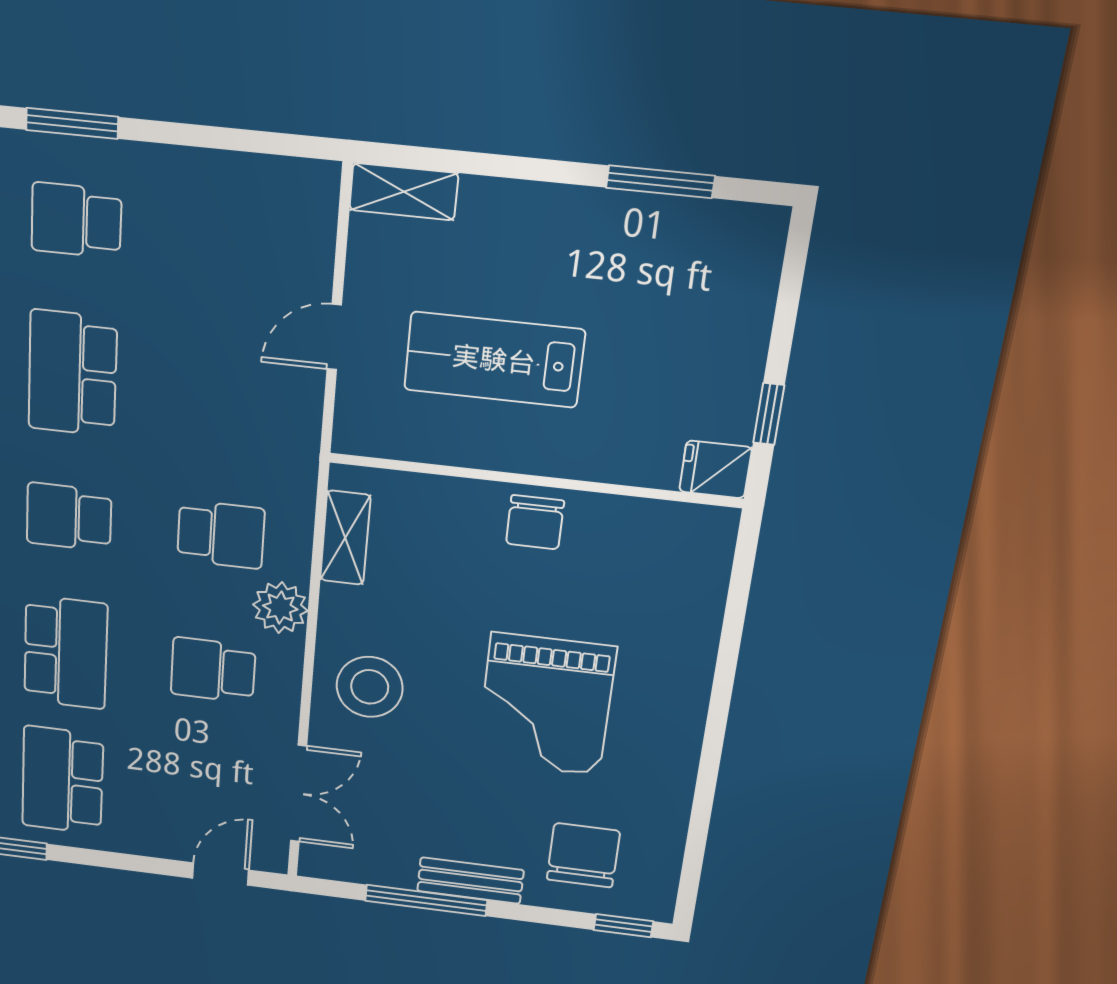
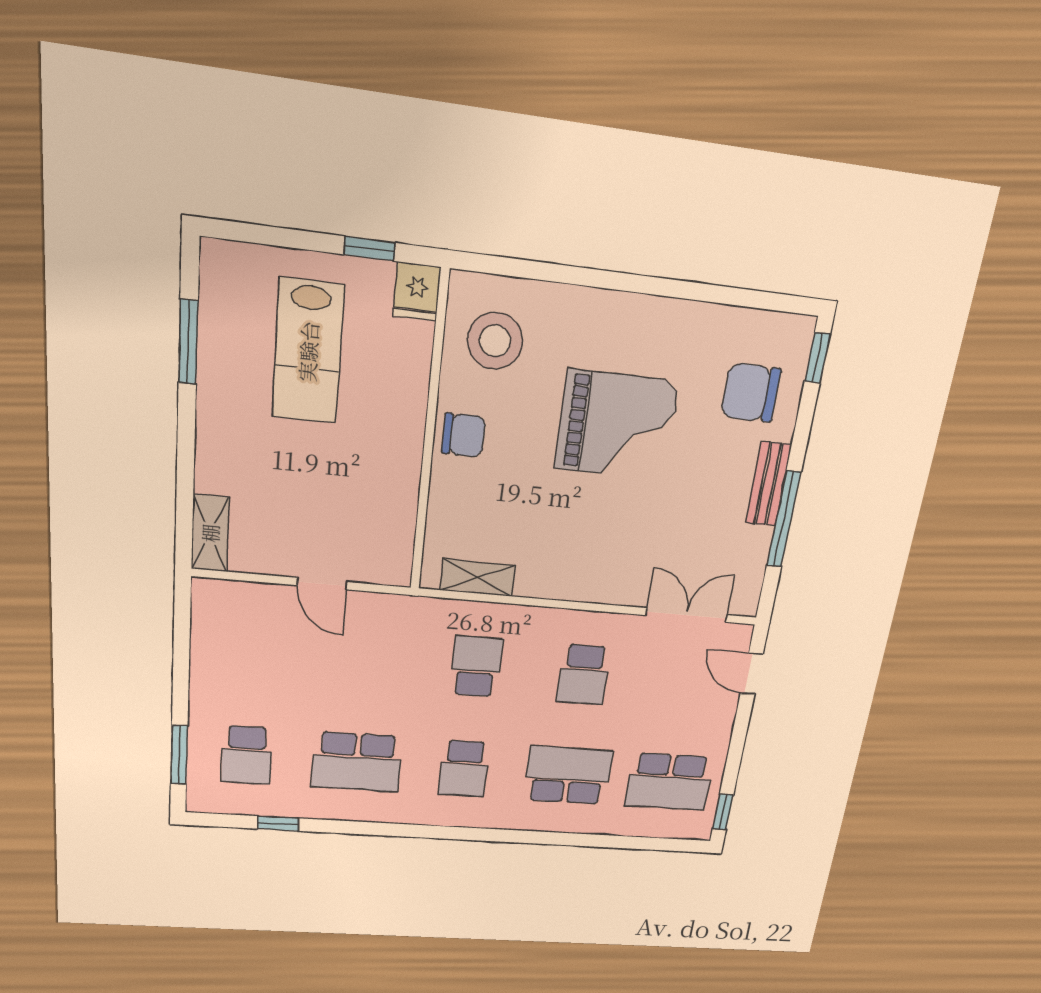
lab bench: (494, 360) -> (308, 351), moved
plant: (280, 608) -> (534, 625), removed
stool: (370, 687) -> (495, 341), moved

